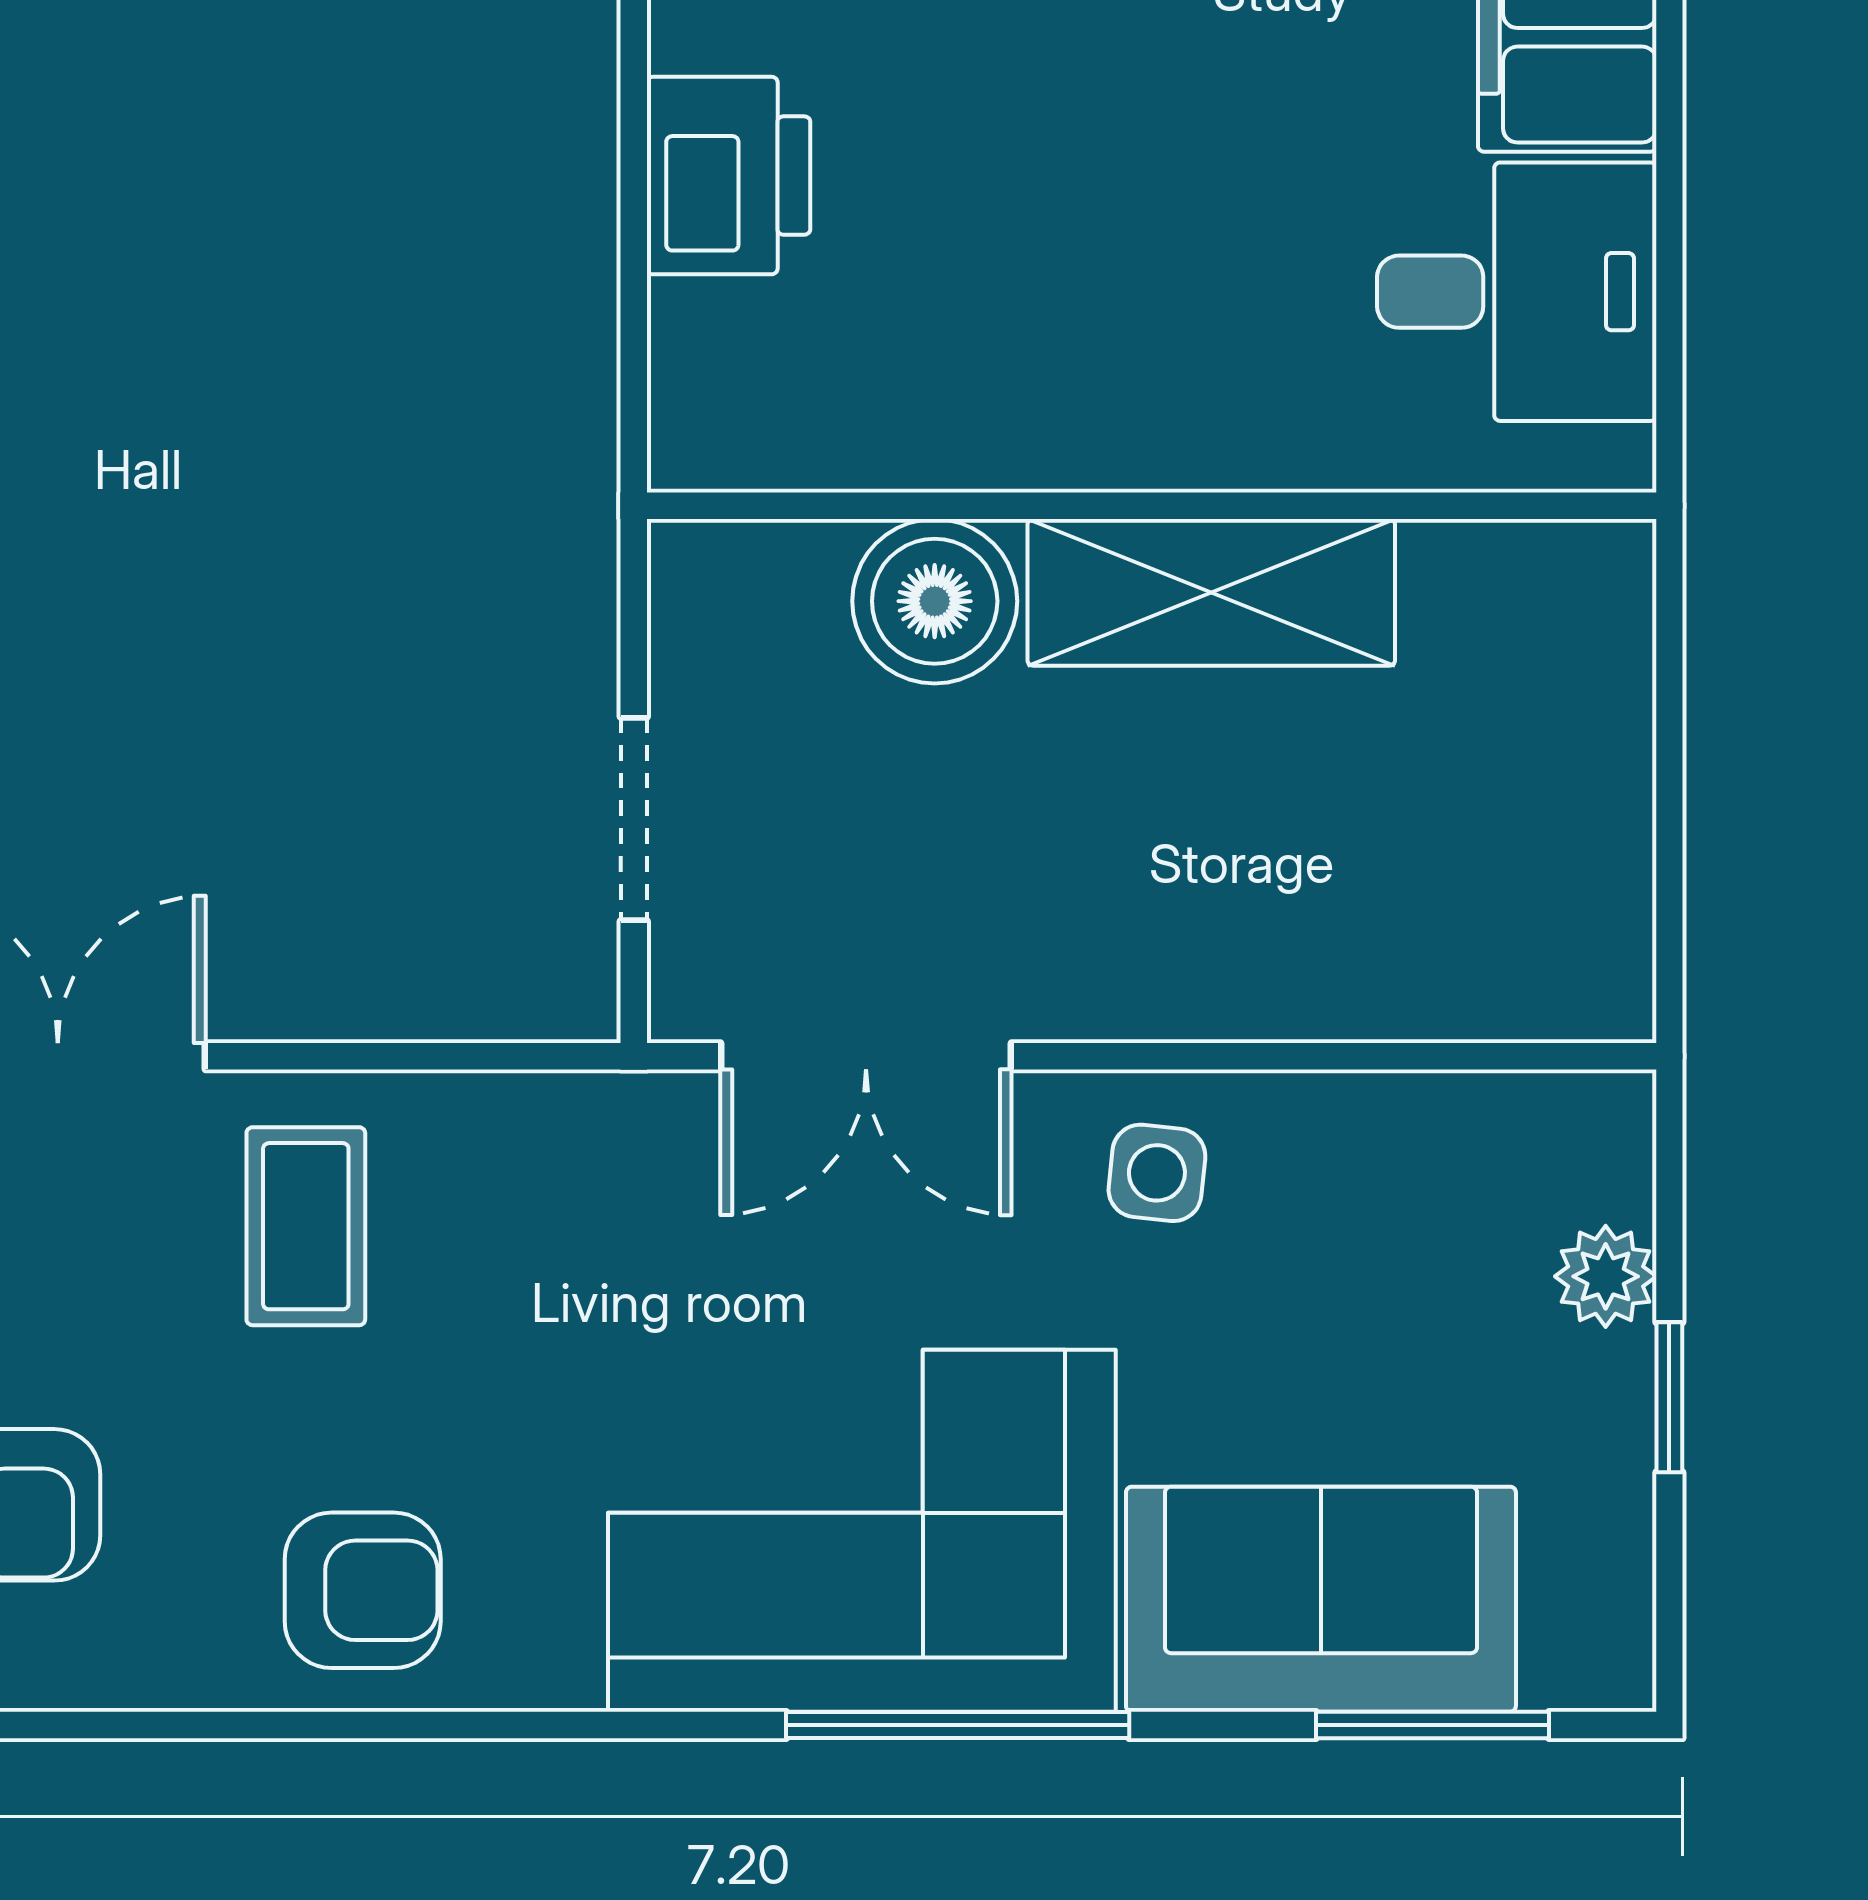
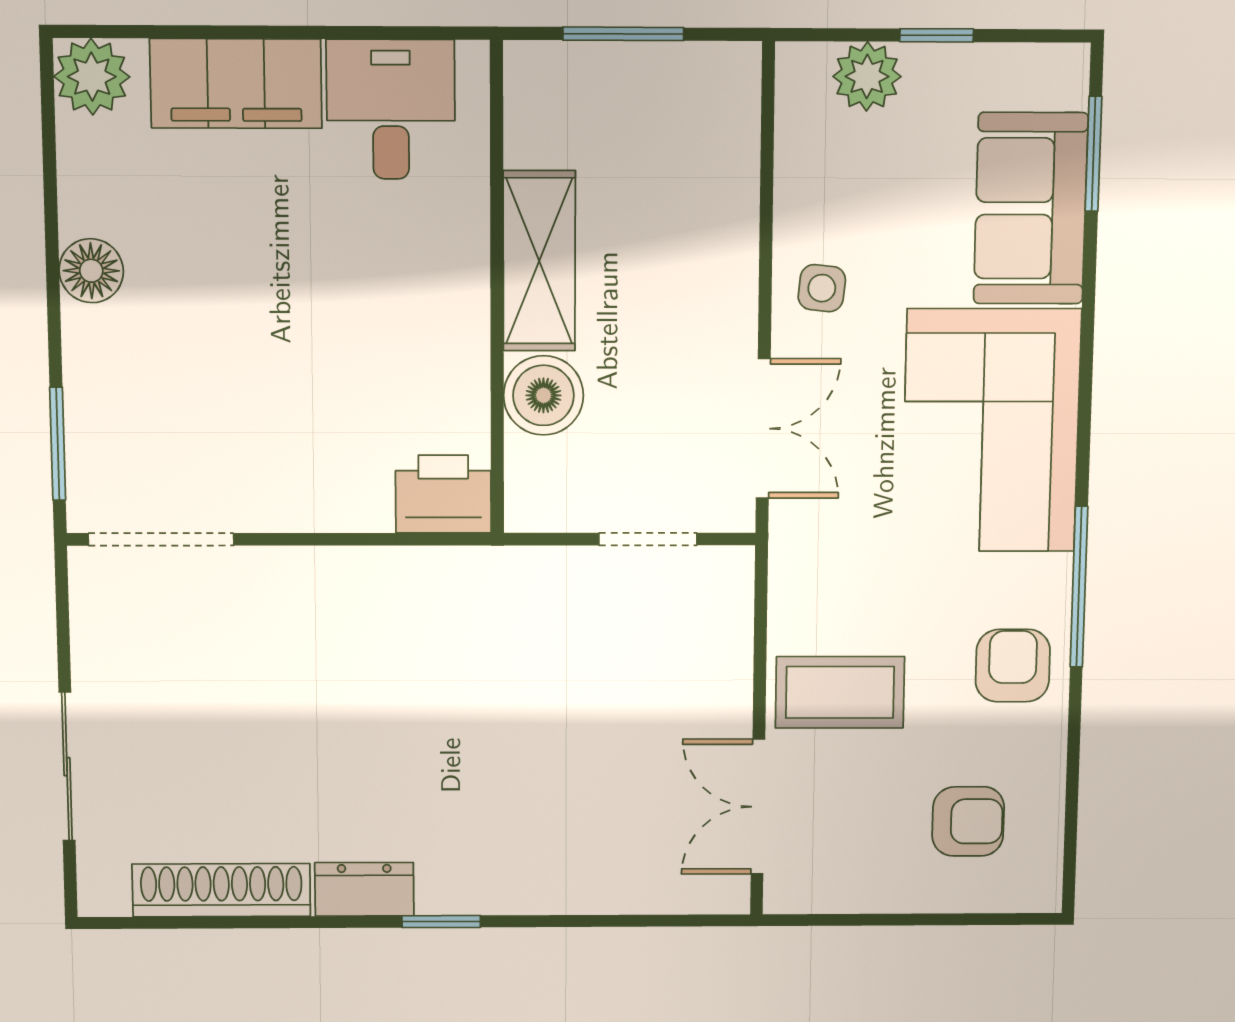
printer: (729, 176) -> (443, 494), moved
window: (1669, 762) -> (623, 34), added
coffee table: (306, 1226) -> (840, 692), width x1.36, depth x1.30
plant: (1606, 1276) -> (867, 76), width x1.38, depth x1.38
window: (958, 1725) -> (1079, 587), moved

